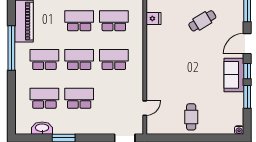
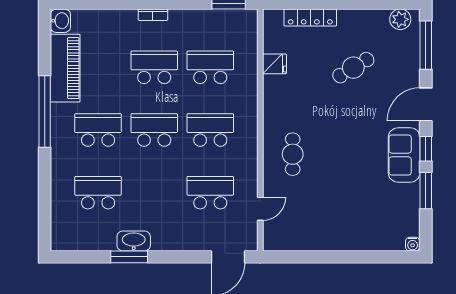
school desk: (79, 98) -> (210, 193), moved
cafe table: (191, 117) -> (293, 154), moved
washbasin: (42, 128) -> (134, 241), moved

